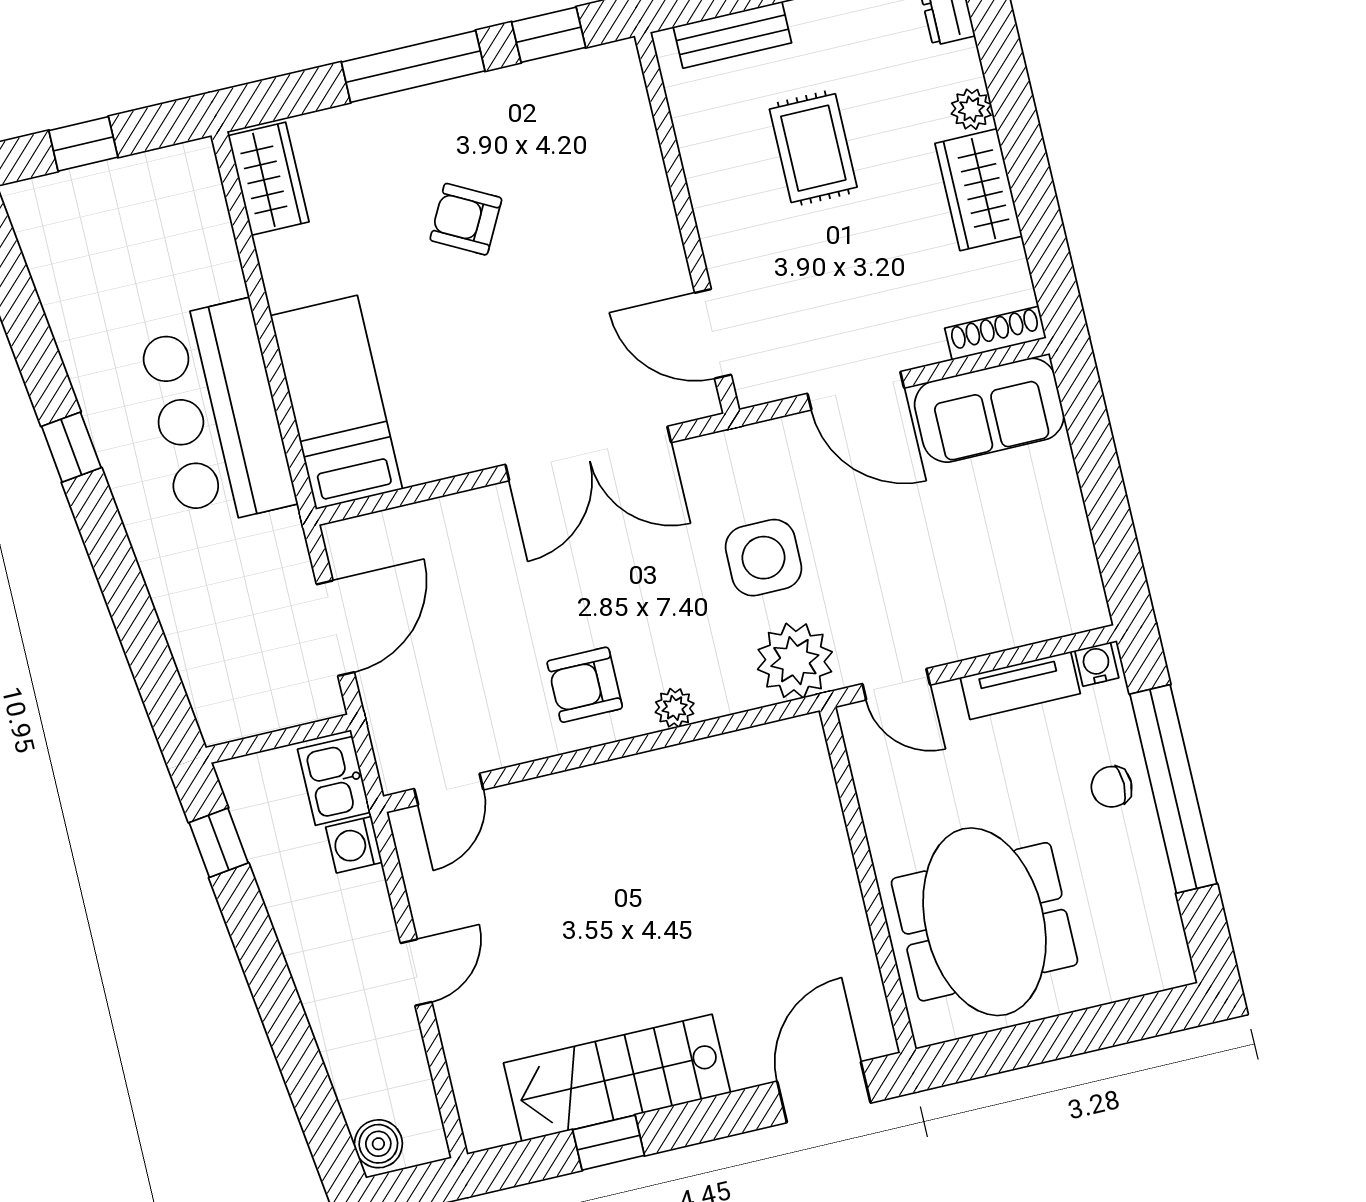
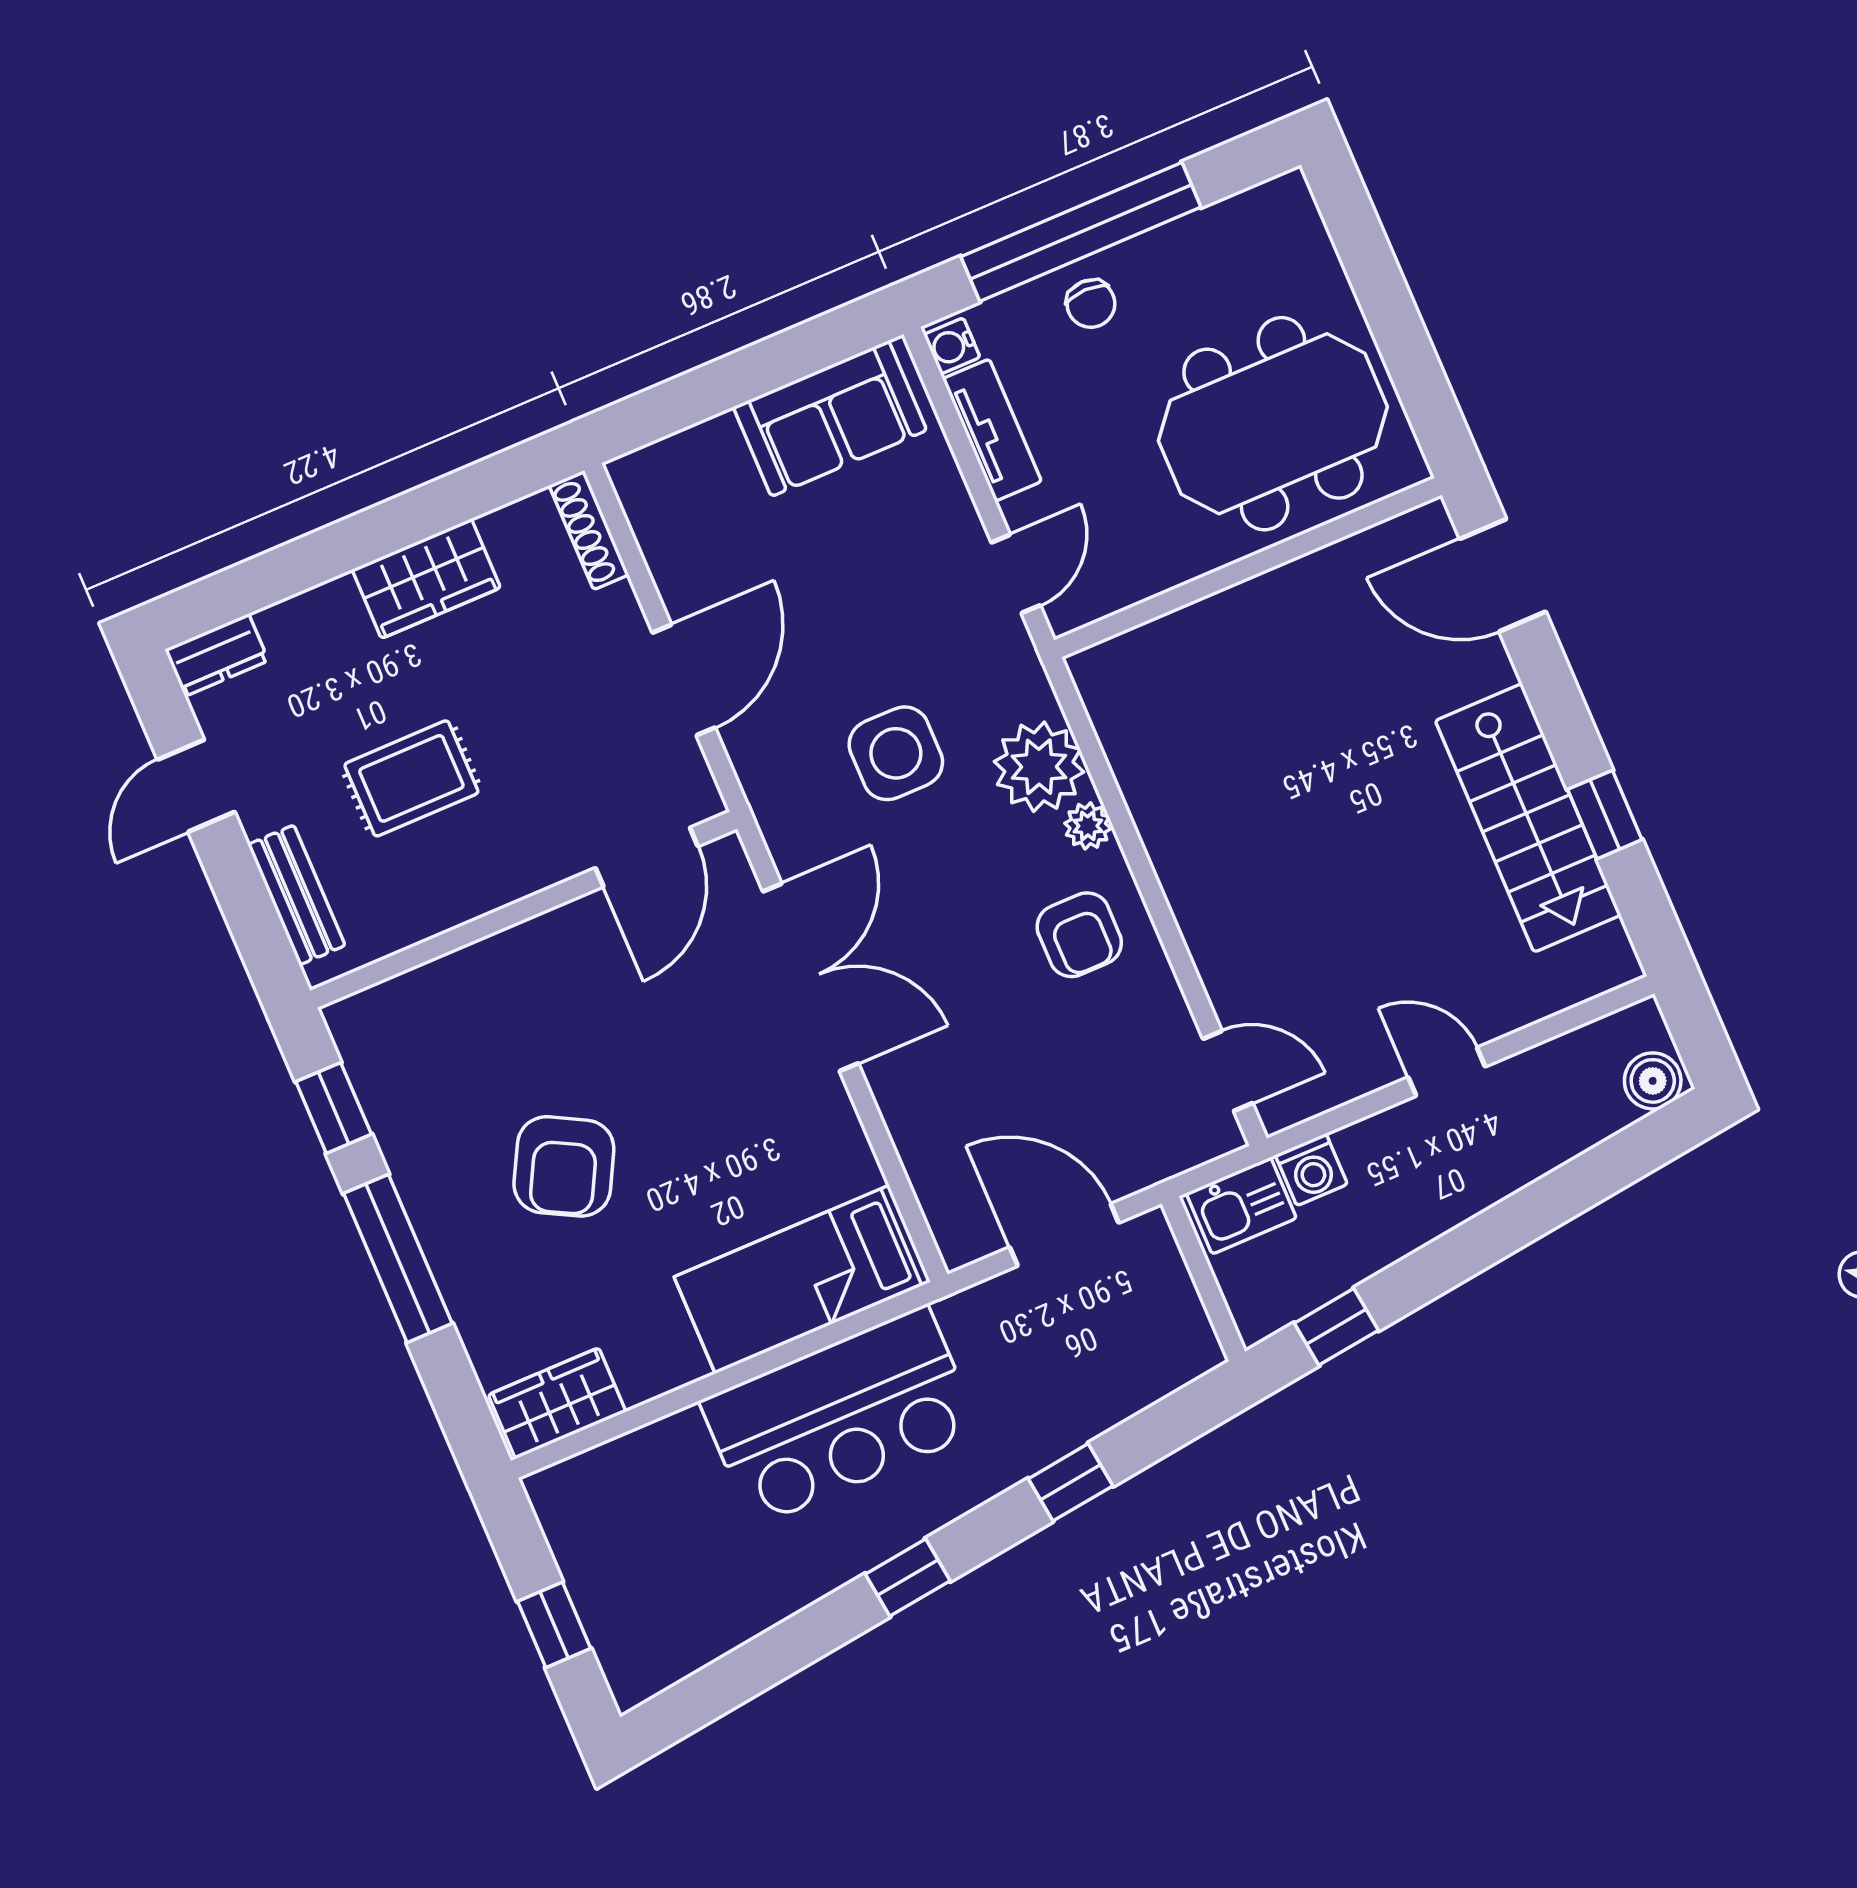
plant: (971, 109) -> (334, 603), removed
armchair: (466, 219) -> (564, 1166), width x1.38, depth x1.38
sofa: (989, 410) -> (830, 419), moved, turned 90
window: (127, 597) -> (1071, 1482), added
plant: (795, 661) -> (1039, 767), moved

